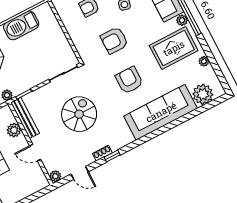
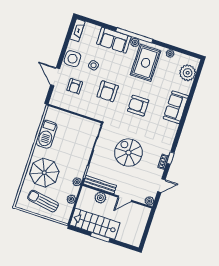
sofa: (161, 112) -> (176, 107), width x0.54, depth x0.79

